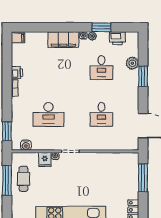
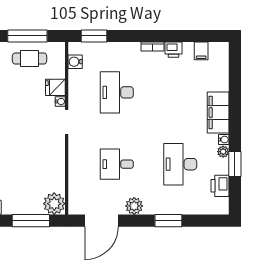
filing cabinet: (18, 38) -> (201, 51), moved
plant: (132, 63) -> (134, 206), moved
desk: (101, 68) -> (180, 164), width x1.37
plant: (131, 161) -> (54, 204), added

